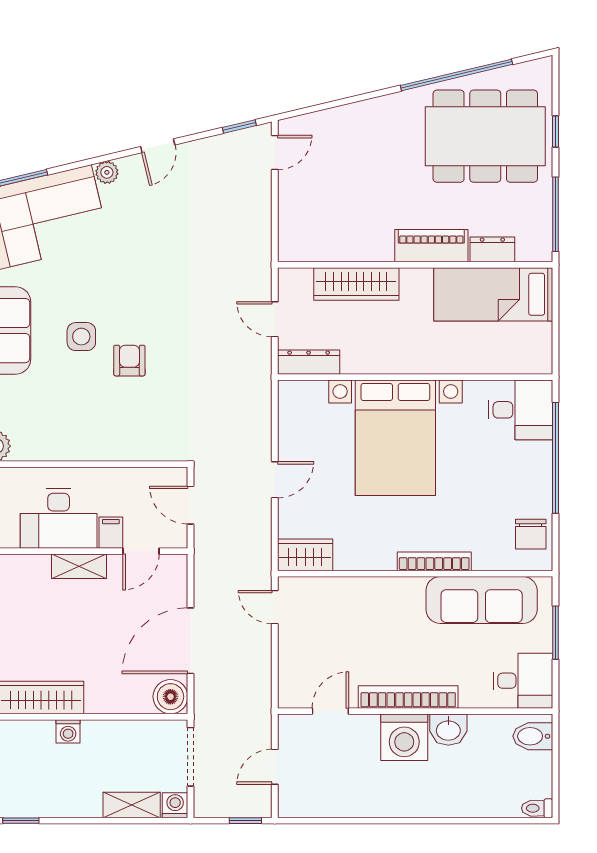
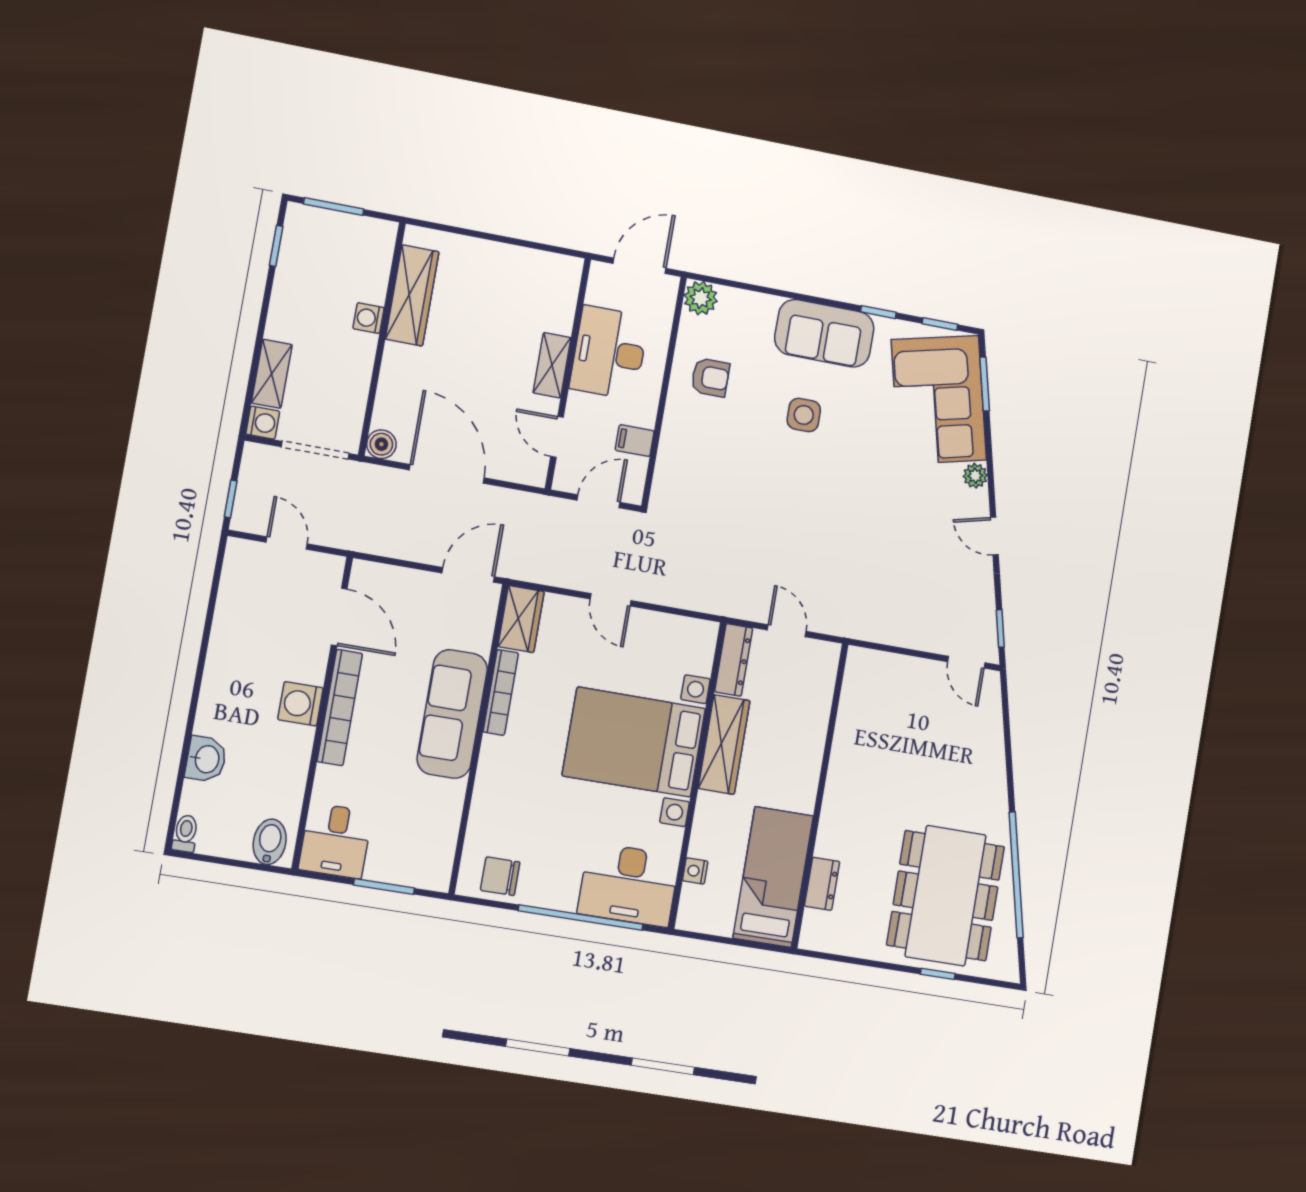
window: (556, 214) -> (849, 960), removed
piano: (431, 246) -> (838, 817), removed
wardrobe: (356, 284) -> (724, 745), moved, turned 180
door: (275, 319) -> (787, 631), hinge flipped
armchair: (129, 361) -> (710, 377), moved
nightstand: (499, 364) -> (695, 871), added
desk: (520, 410) -> (629, 885), width x1.37
filing cabinet: (111, 533) -> (635, 441), moved, turned 180
bookcase: (434, 561) -> (501, 692), moved
sofa: (482, 600) -> (452, 714), moved
door: (275, 607) -> (468, 575), width x1.38
boiler: (170, 697) -> (381, 444), width x0.73, depth x0.73
door: (330, 711) -> (339, 617), width x1.38
washbasin: (448, 730) -> (206, 759), moved, turned 180
washing machine: (404, 737) -> (300, 704), width x0.73, depth x0.73

